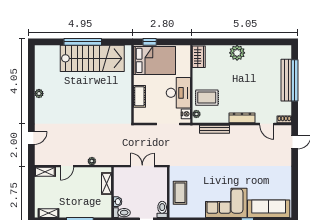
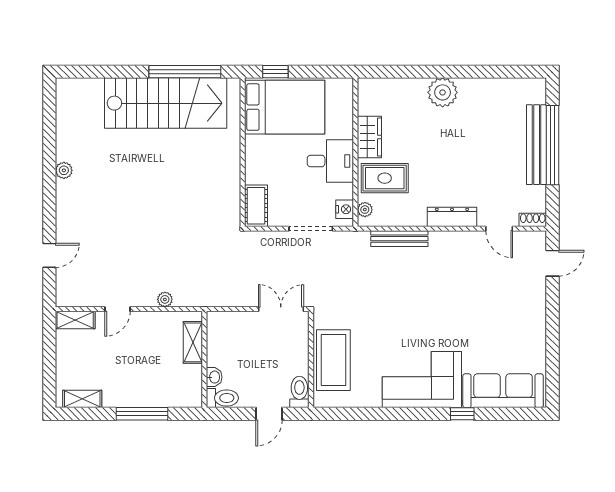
window: (83, 42) -> (185, 72), moved
wardrobe: (199, 57) -> (369, 137), moved
desk: (178, 93) -> (330, 161), width x0.73
cot: (139, 96) -> (256, 206), moved
double door: (142, 166) -> (281, 309), moved
coffee table: (180, 193) -> (333, 360), width x1.36, depth x1.32

